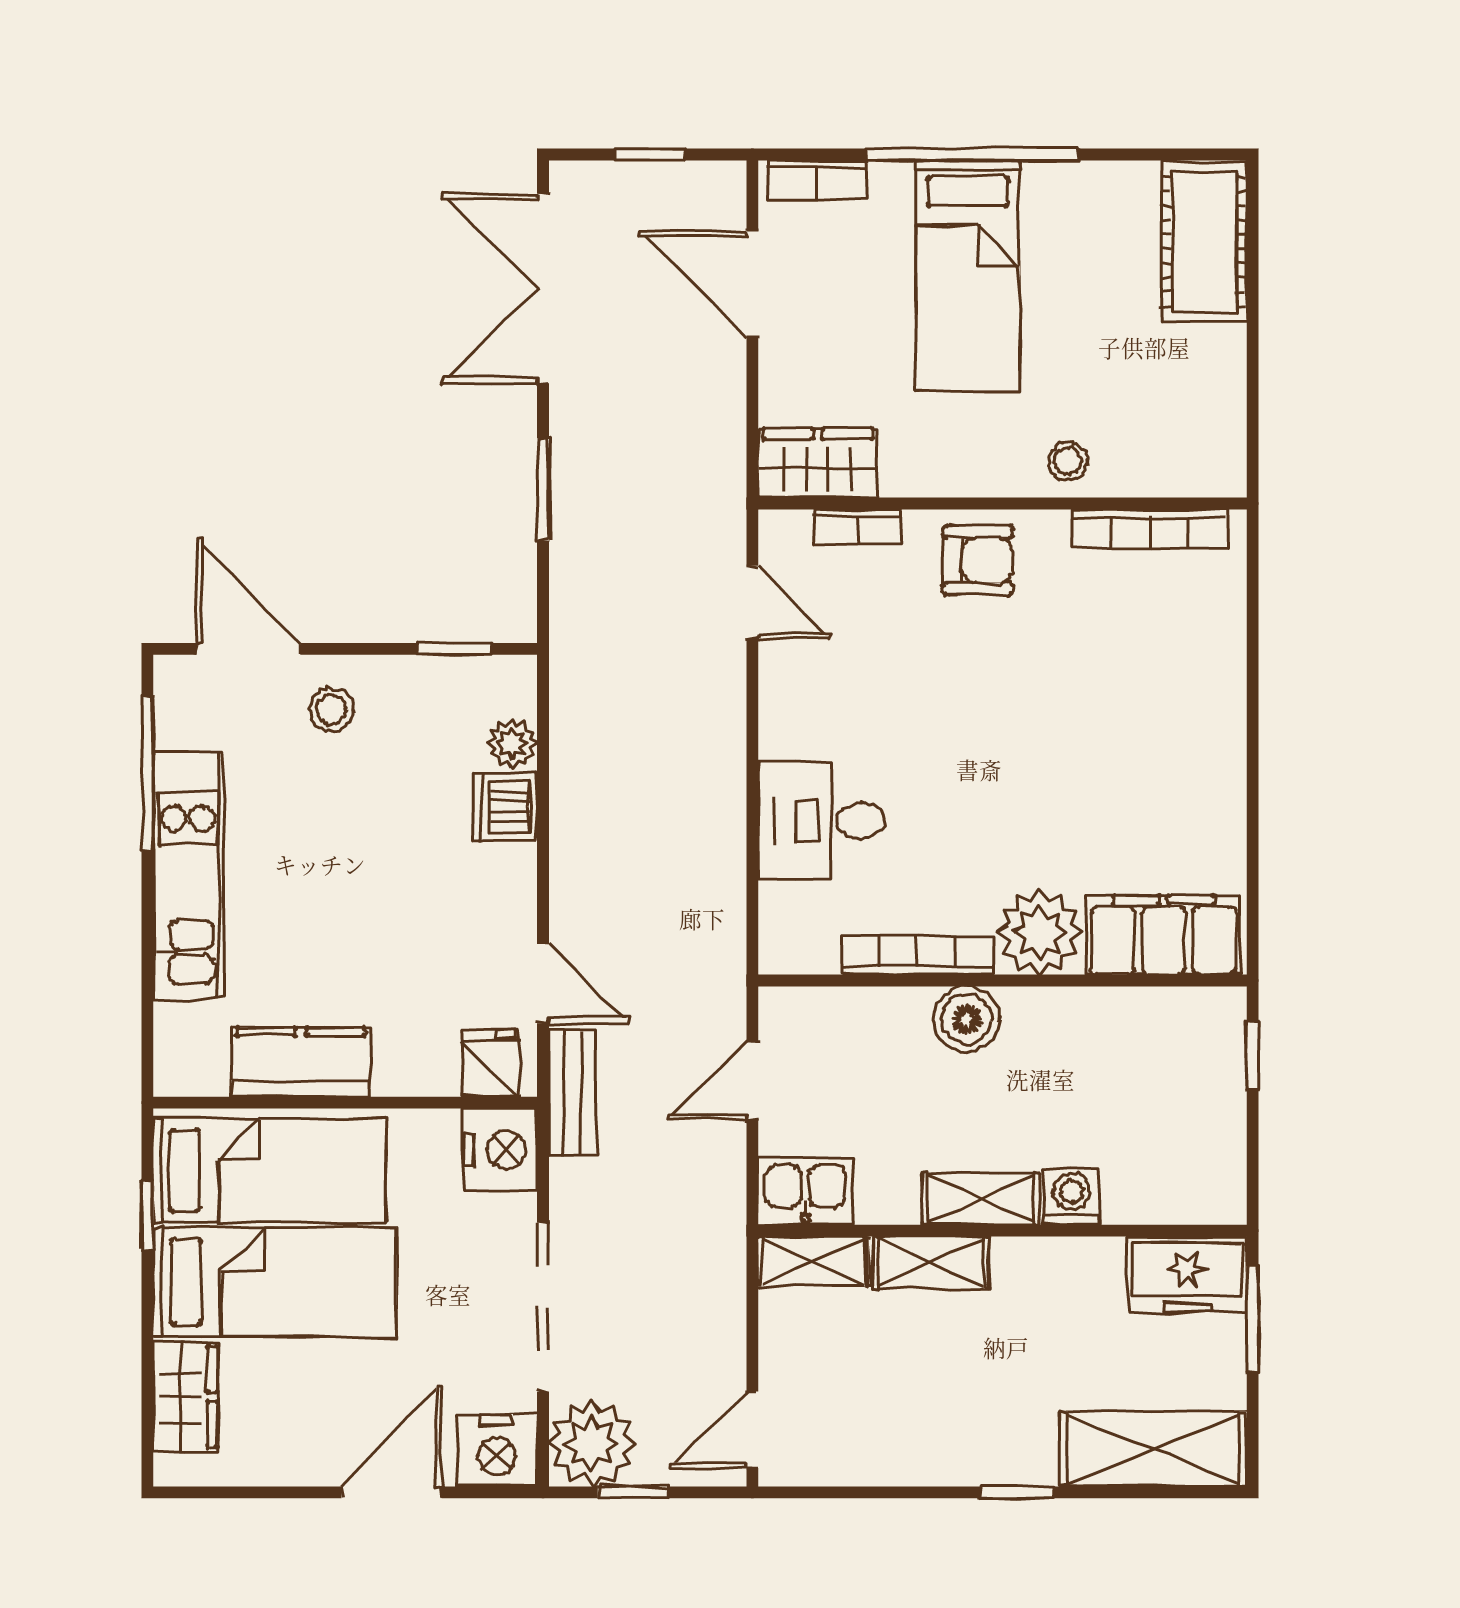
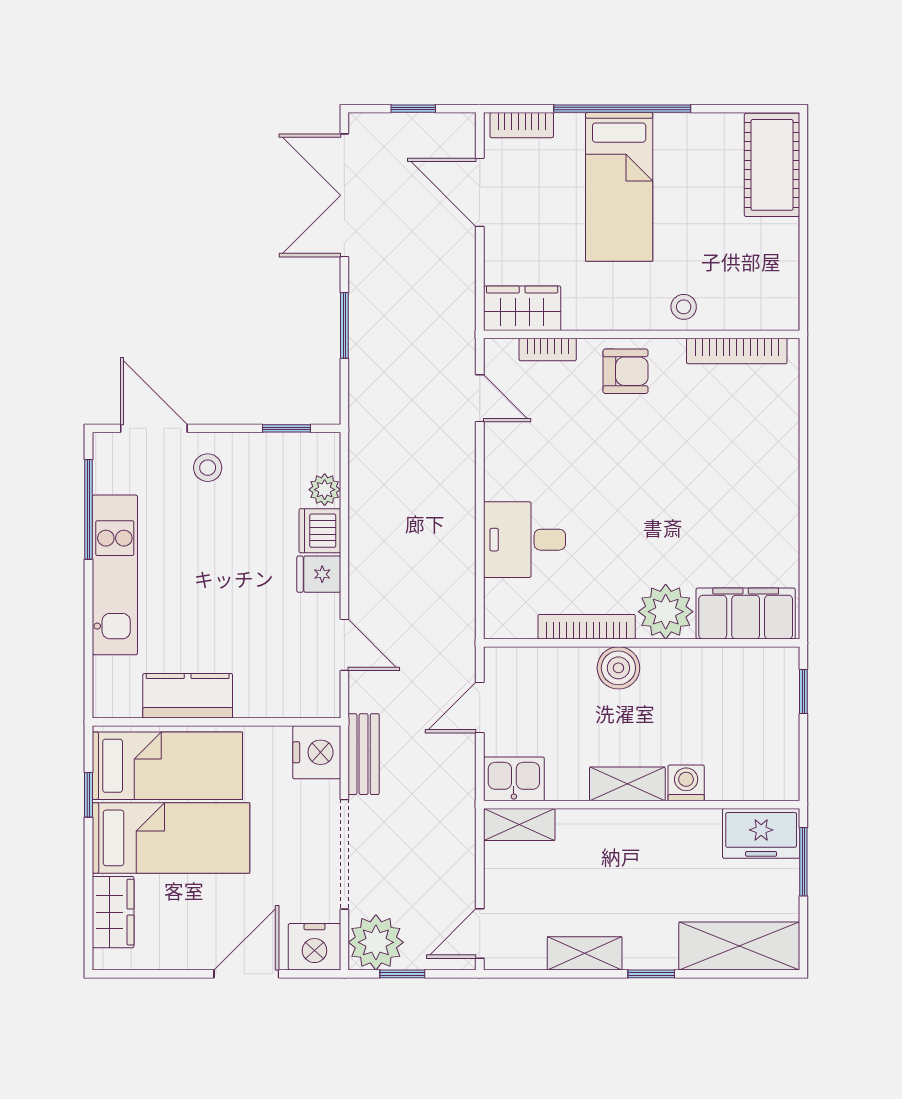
fridge: (491, 1063) -> (319, 574), moved, turned -90
bench: (573, 1093) -> (364, 754), moved
shelving: (931, 1262) -> (585, 953), moved

